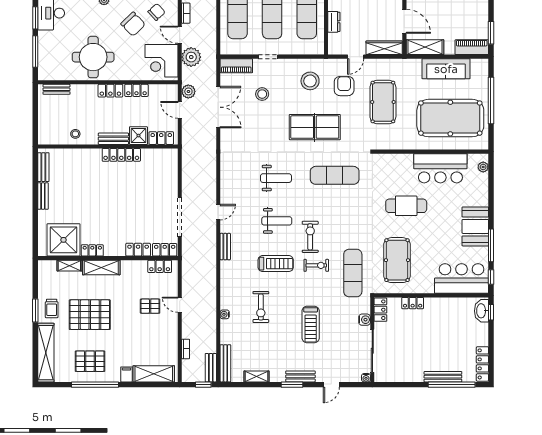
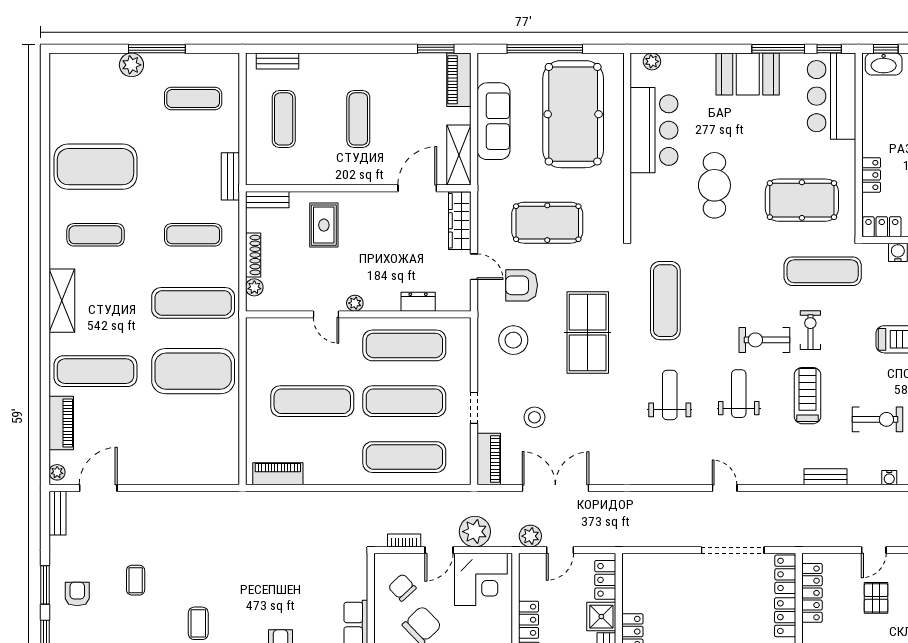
bench: (225, 247) -> (825, 477), moved
locker: (160, 266) -> (812, 593), width x1.53

